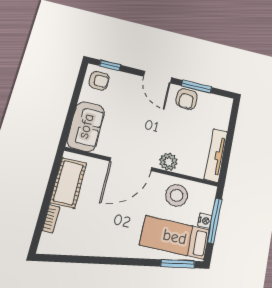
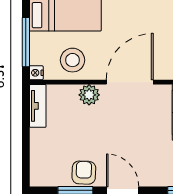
tv unit: (216, 155) -> (38, 106), width x0.71
nightstand: (205, 221) -> (36, 73), moved

